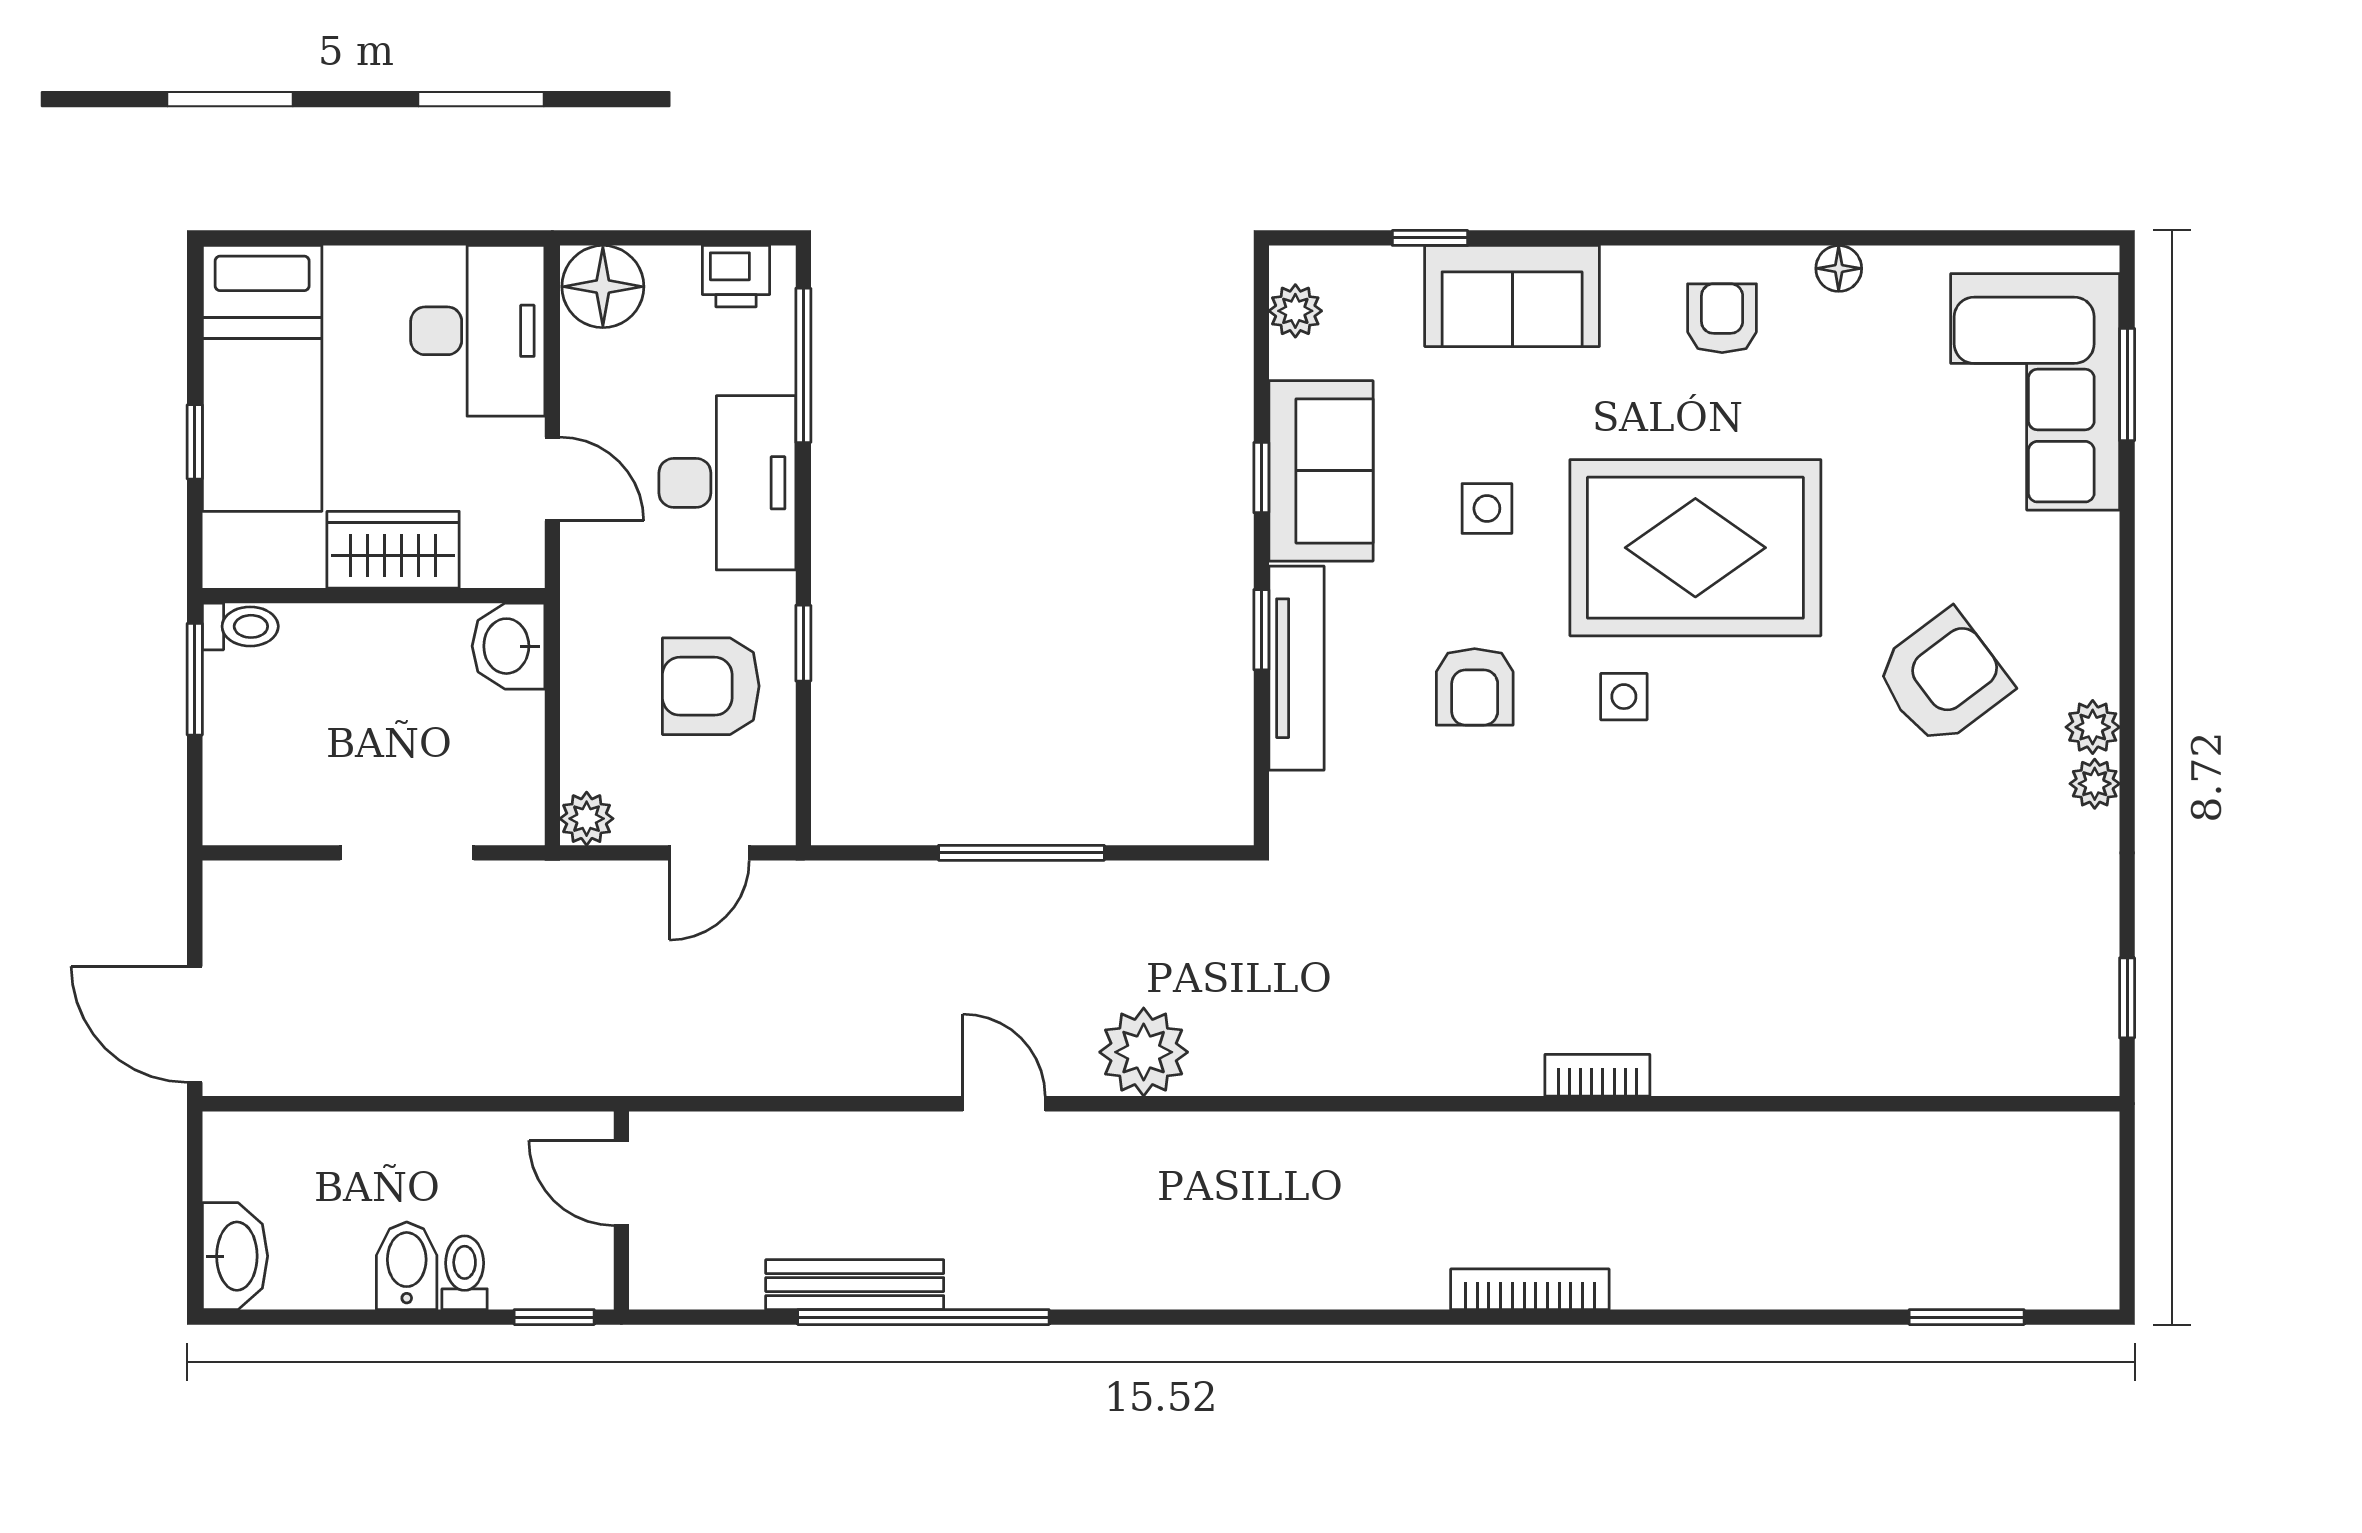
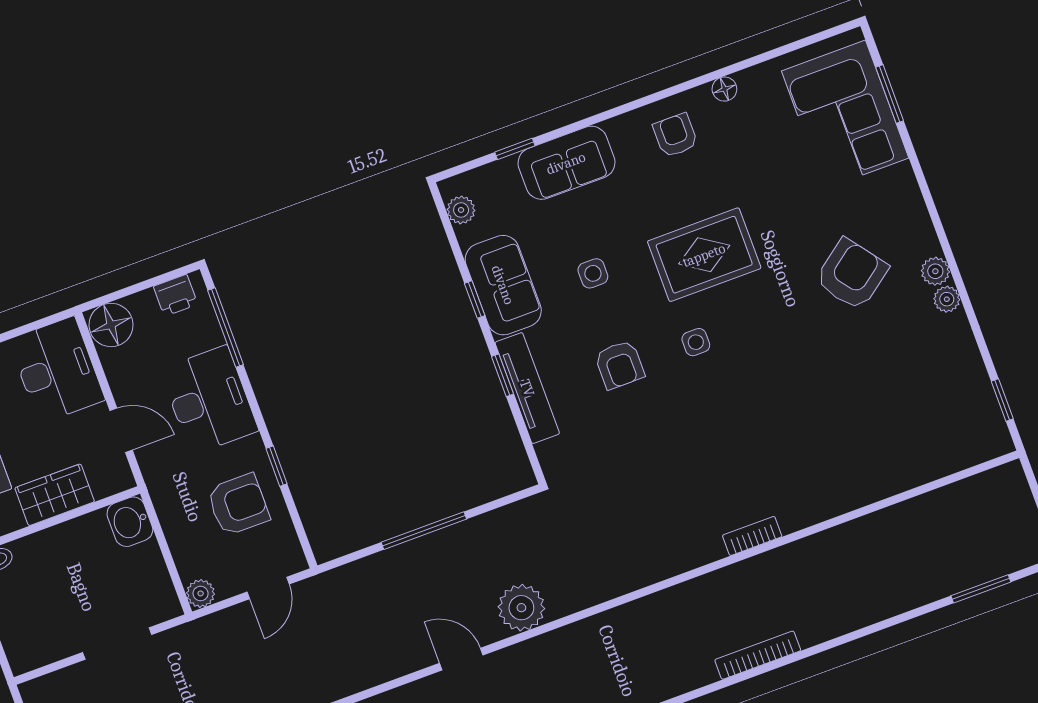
rug: (1695, 548) -> (704, 255), width x0.73, depth x0.69
armchair: (711, 686) -> (238, 505), turned 180

